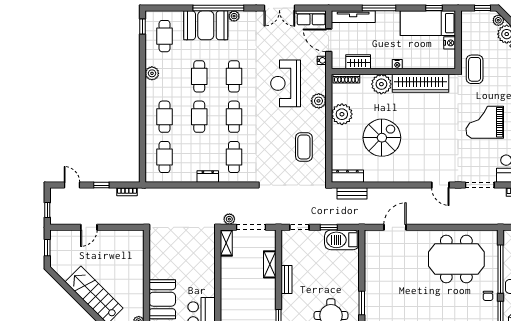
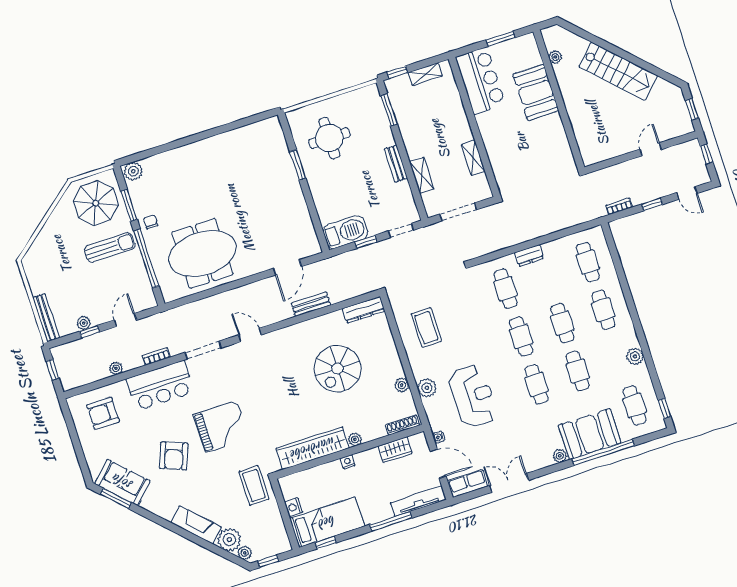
window: (218, 8) -> (603, 452), moved
plant: (381, 84) -> (355, 439), width x0.53, depth x0.53
plant: (342, 114) -> (402, 385), width x0.53, depth x0.53
bench: (352, 193) -> (311, 304), moved
plant: (229, 219) -> (487, 213), removed
shelving: (226, 243) -> (473, 158), moved

